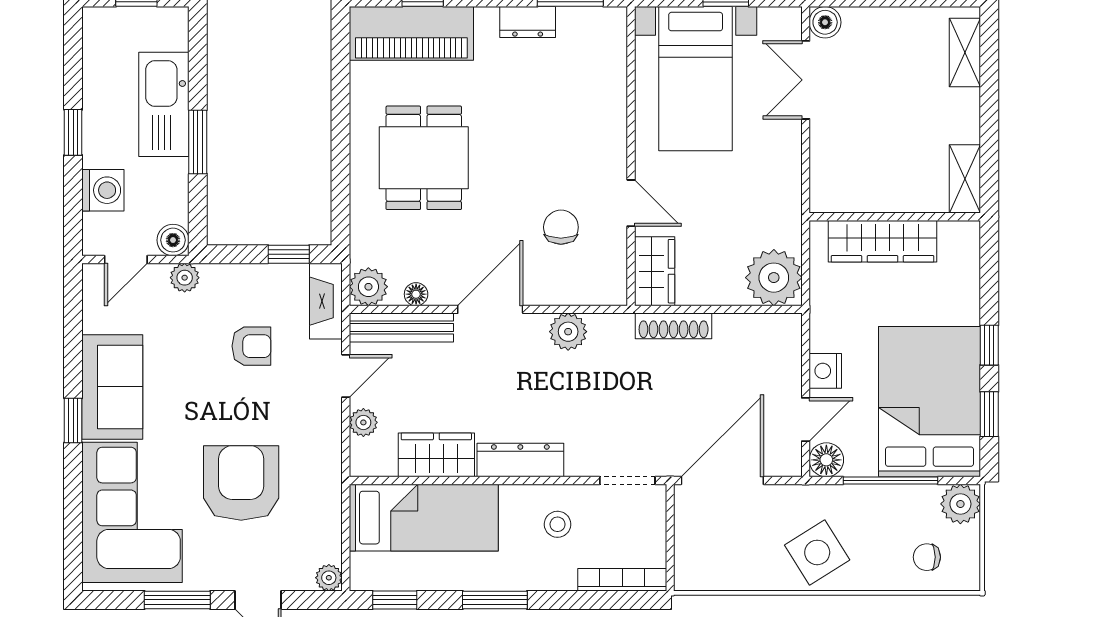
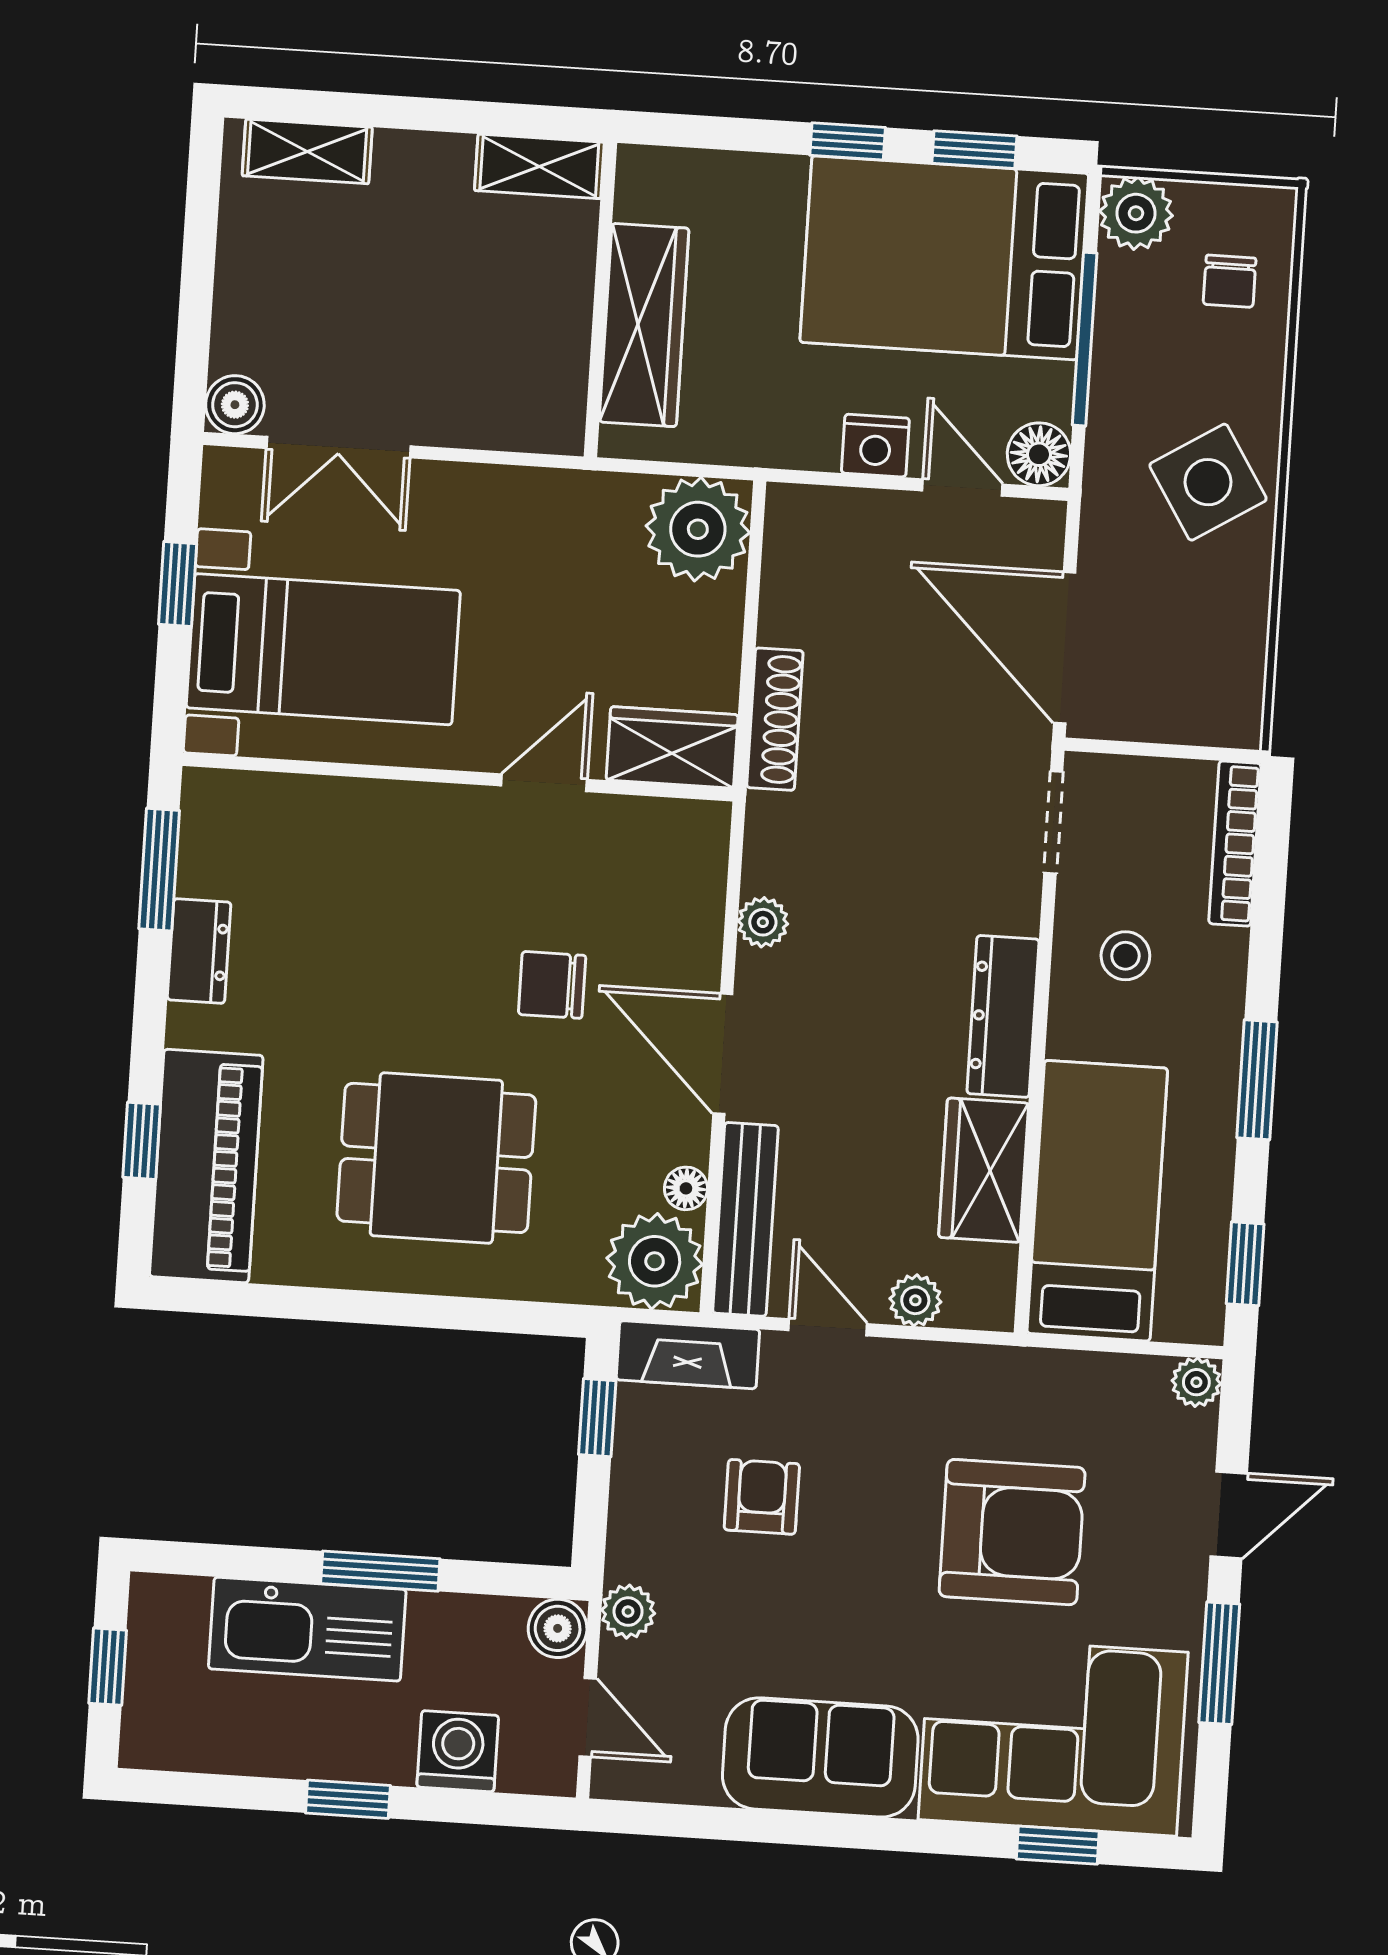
chair: (561, 227) -> (552, 985), moved
plant: (368, 287) -> (655, 1261), width x1.36, depth x1.36
plant: (568, 332) -> (763, 922), width x0.73, depth x0.73
window: (73, 420) -> (1058, 1845), moved
armchair: (241, 483) -> (1012, 1532), turned 180

